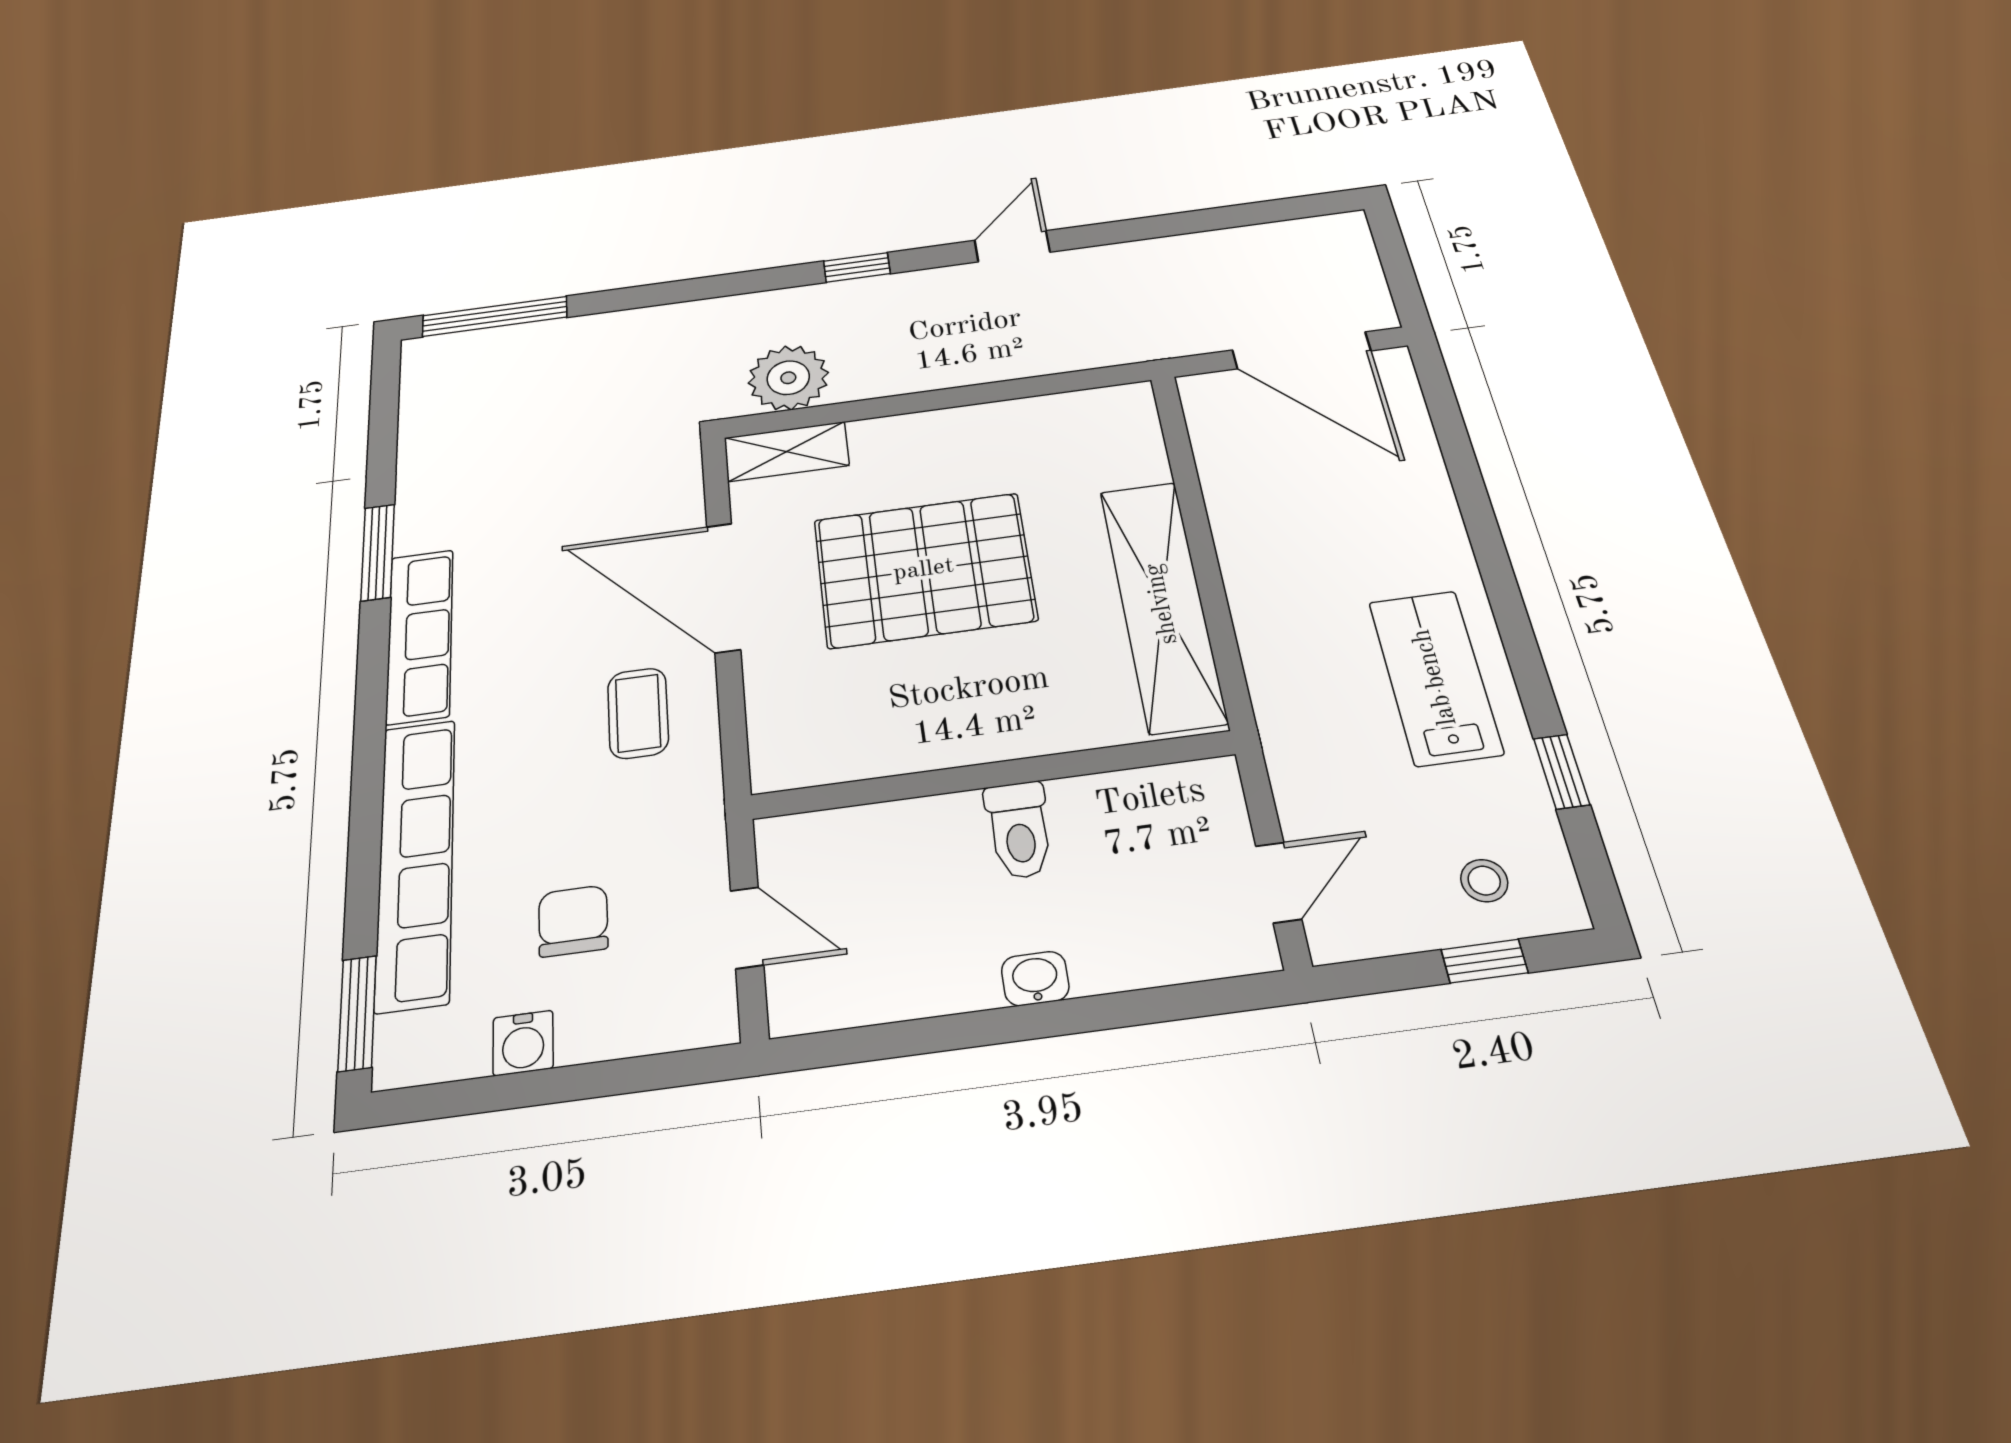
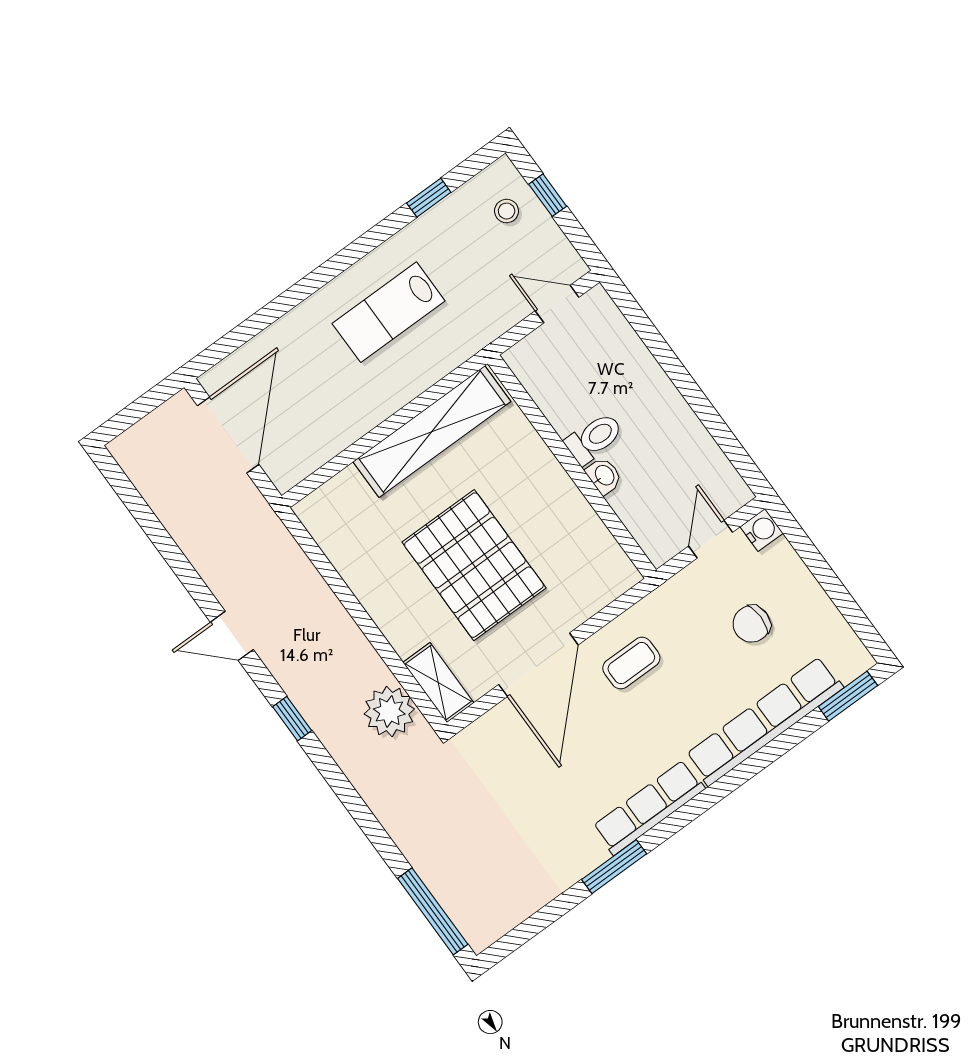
lab bench: (1435, 677) -> (389, 312), moved
washbasin: (1035, 979) -> (604, 476), moved, turned 180
water cooler: (523, 1043) -> (762, 530), moved

